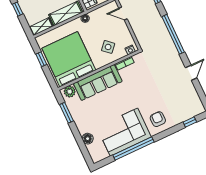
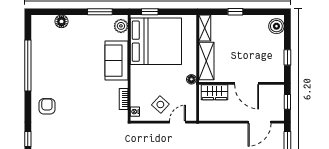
side table: (108, 47) -> (160, 105), moved
window: (41, 59) -> (150, 12), moved
sofa: (98, 82) -> (116, 61), width x0.73
armchair: (158, 119) -> (47, 106), turned -90
corner sofa: (124, 132) -> (50, 64), removed

